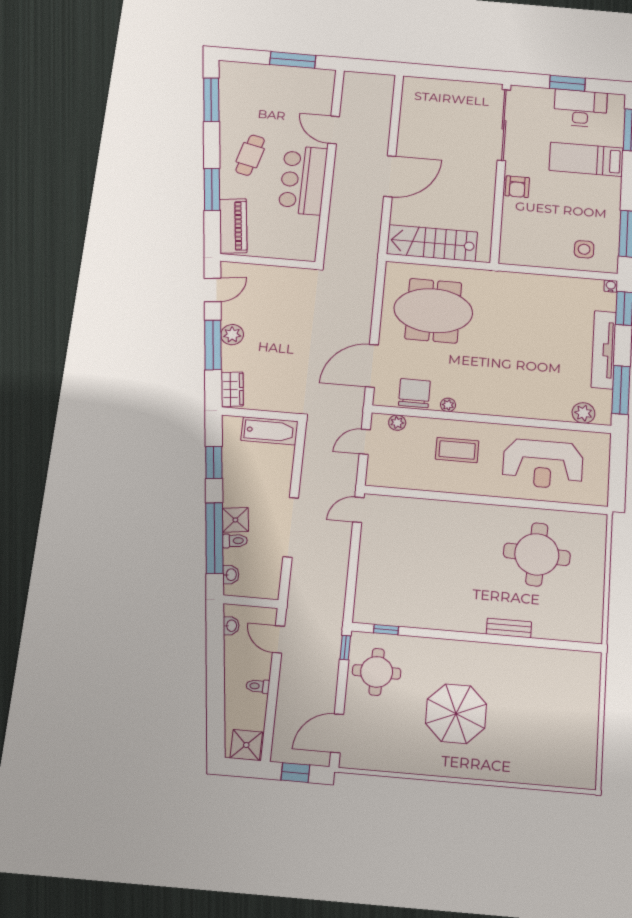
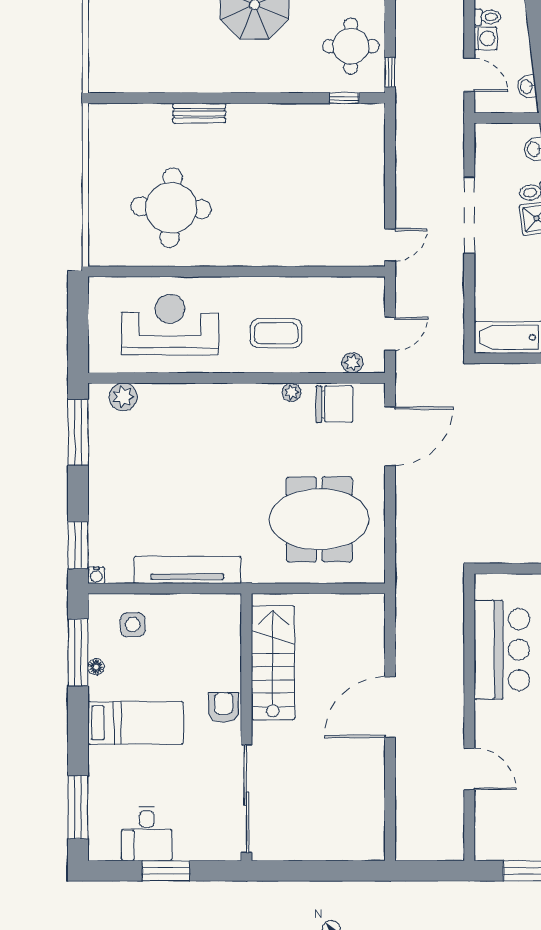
desk: (580, 108) -> (147, 834), width x0.73
bed: (586, 159) -> (136, 723), moved
bar counter: (303, 180) -> (502, 650), moved
floor lamp: (614, 223) -> (96, 667), added
stairs: (432, 243) -> (273, 663), moved, turned -90
tv unit: (604, 350) -> (187, 570), moved, turned -90
chair: (414, 393) -> (334, 404), turned -90
washing machine: (261, 668) -> (486, 38), added

